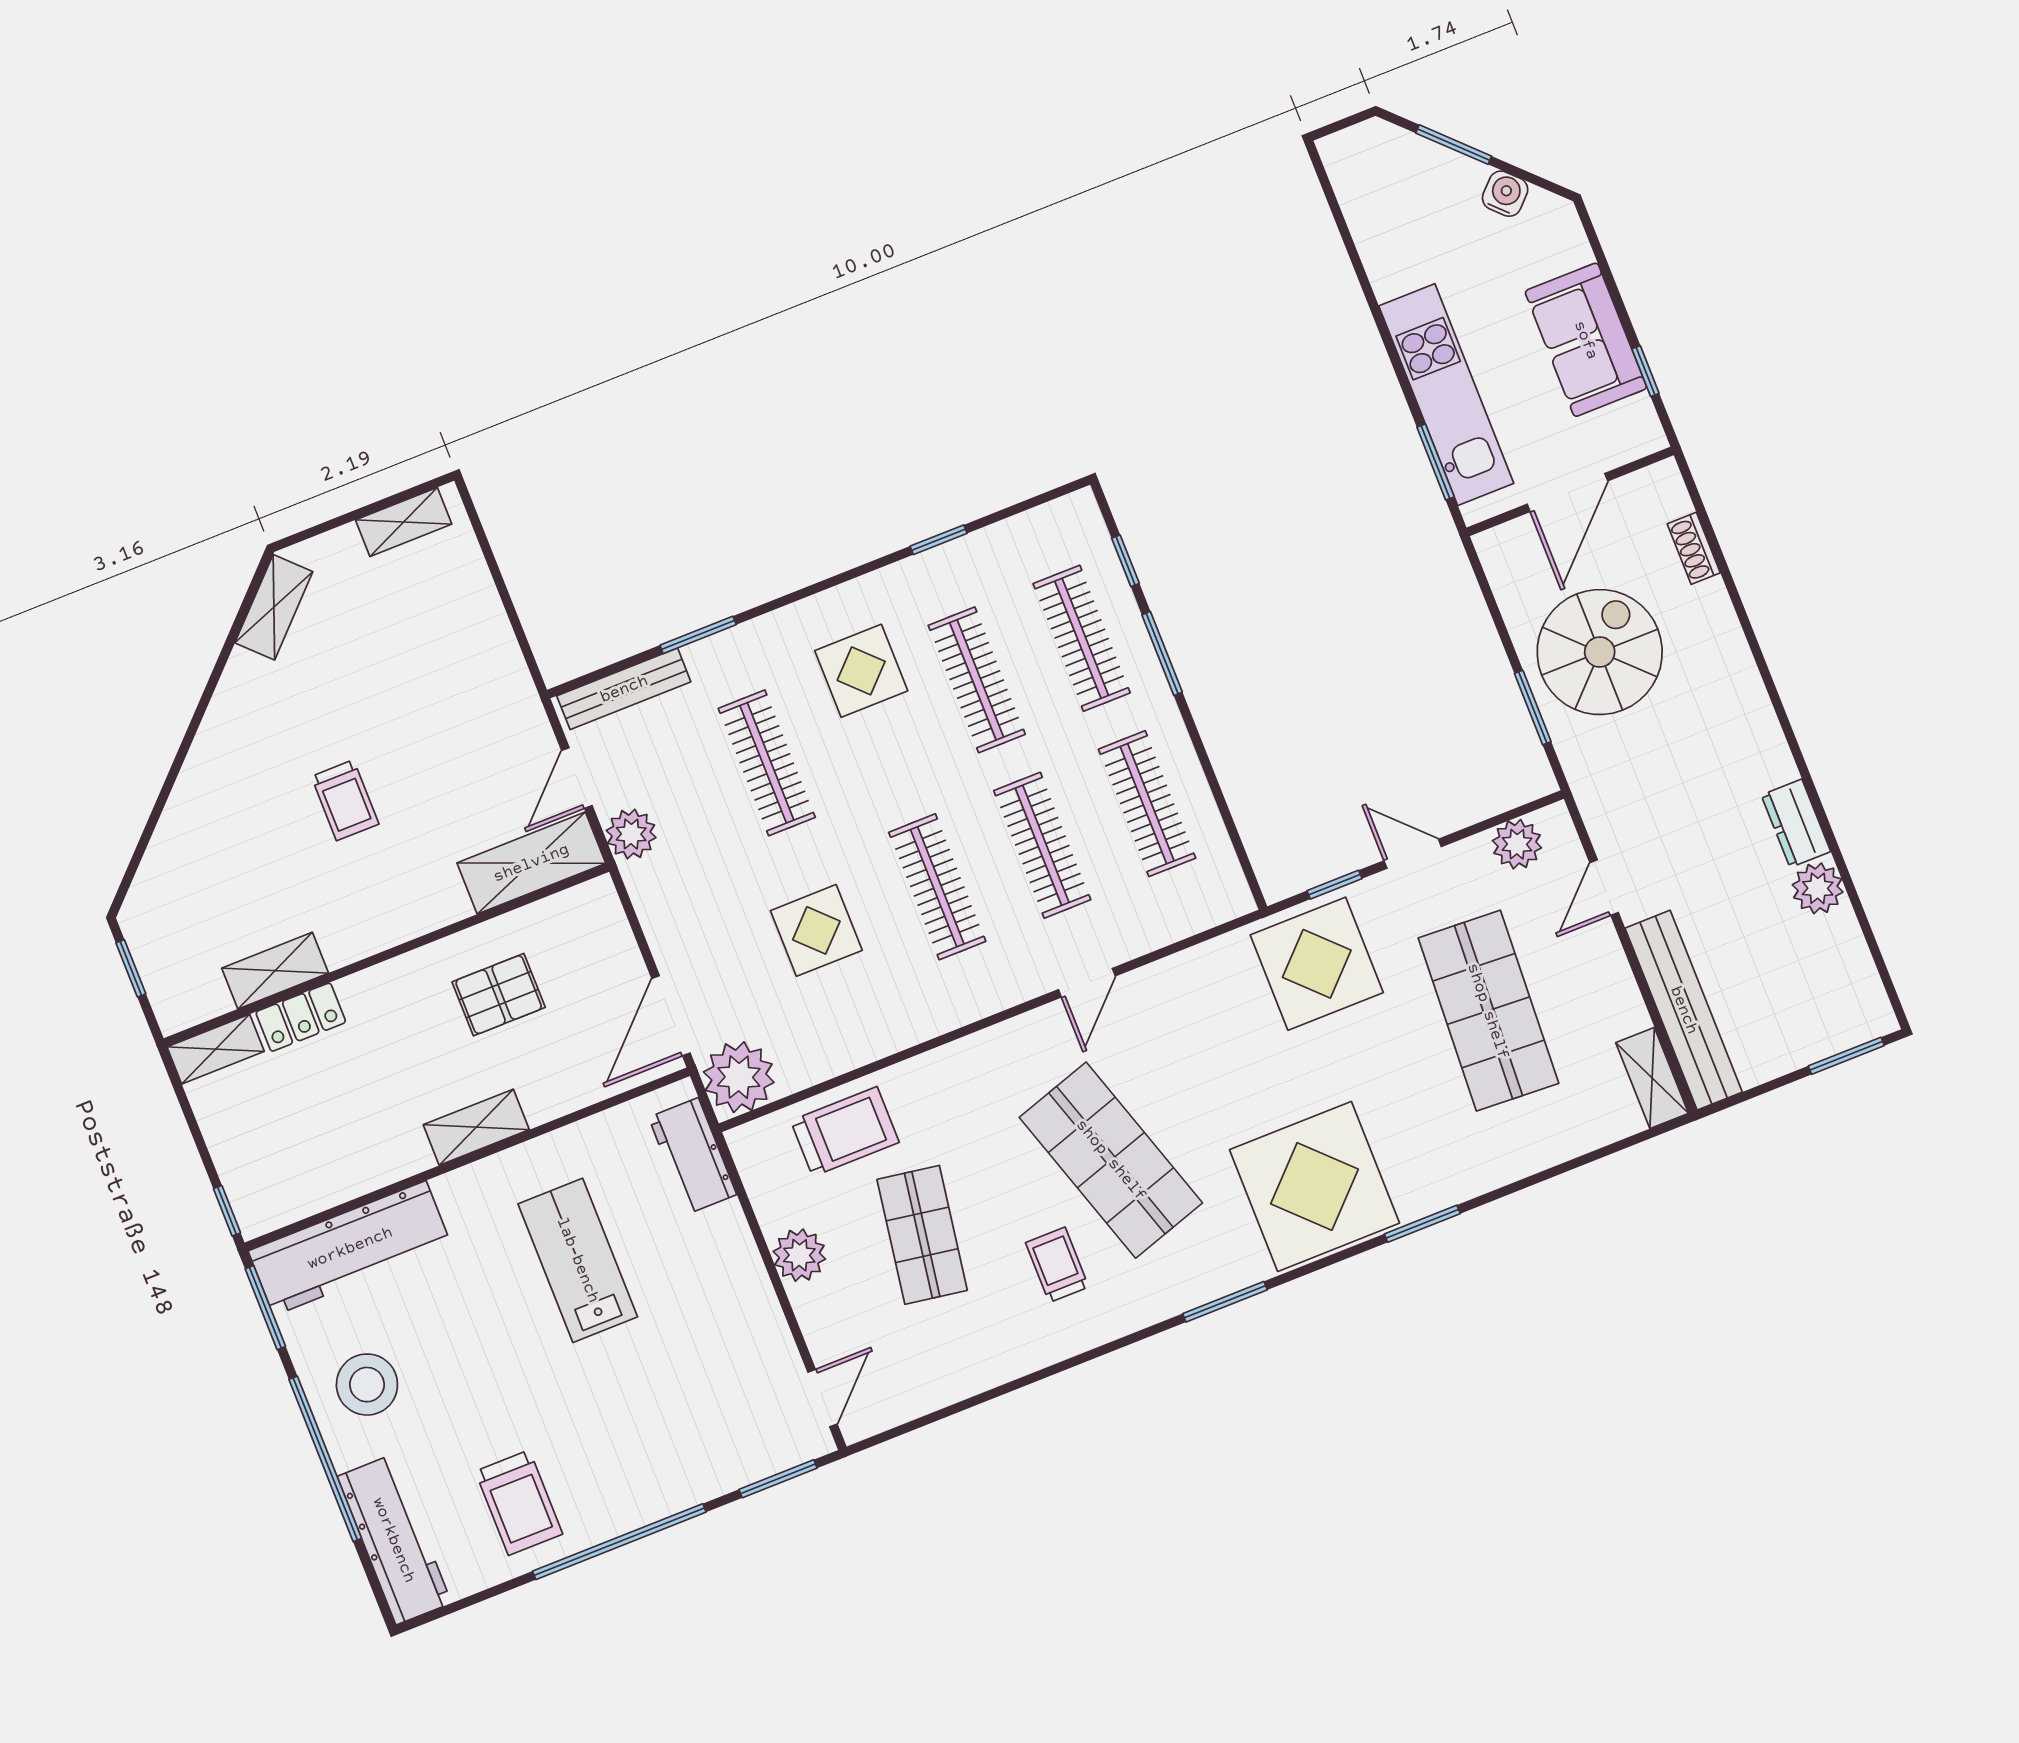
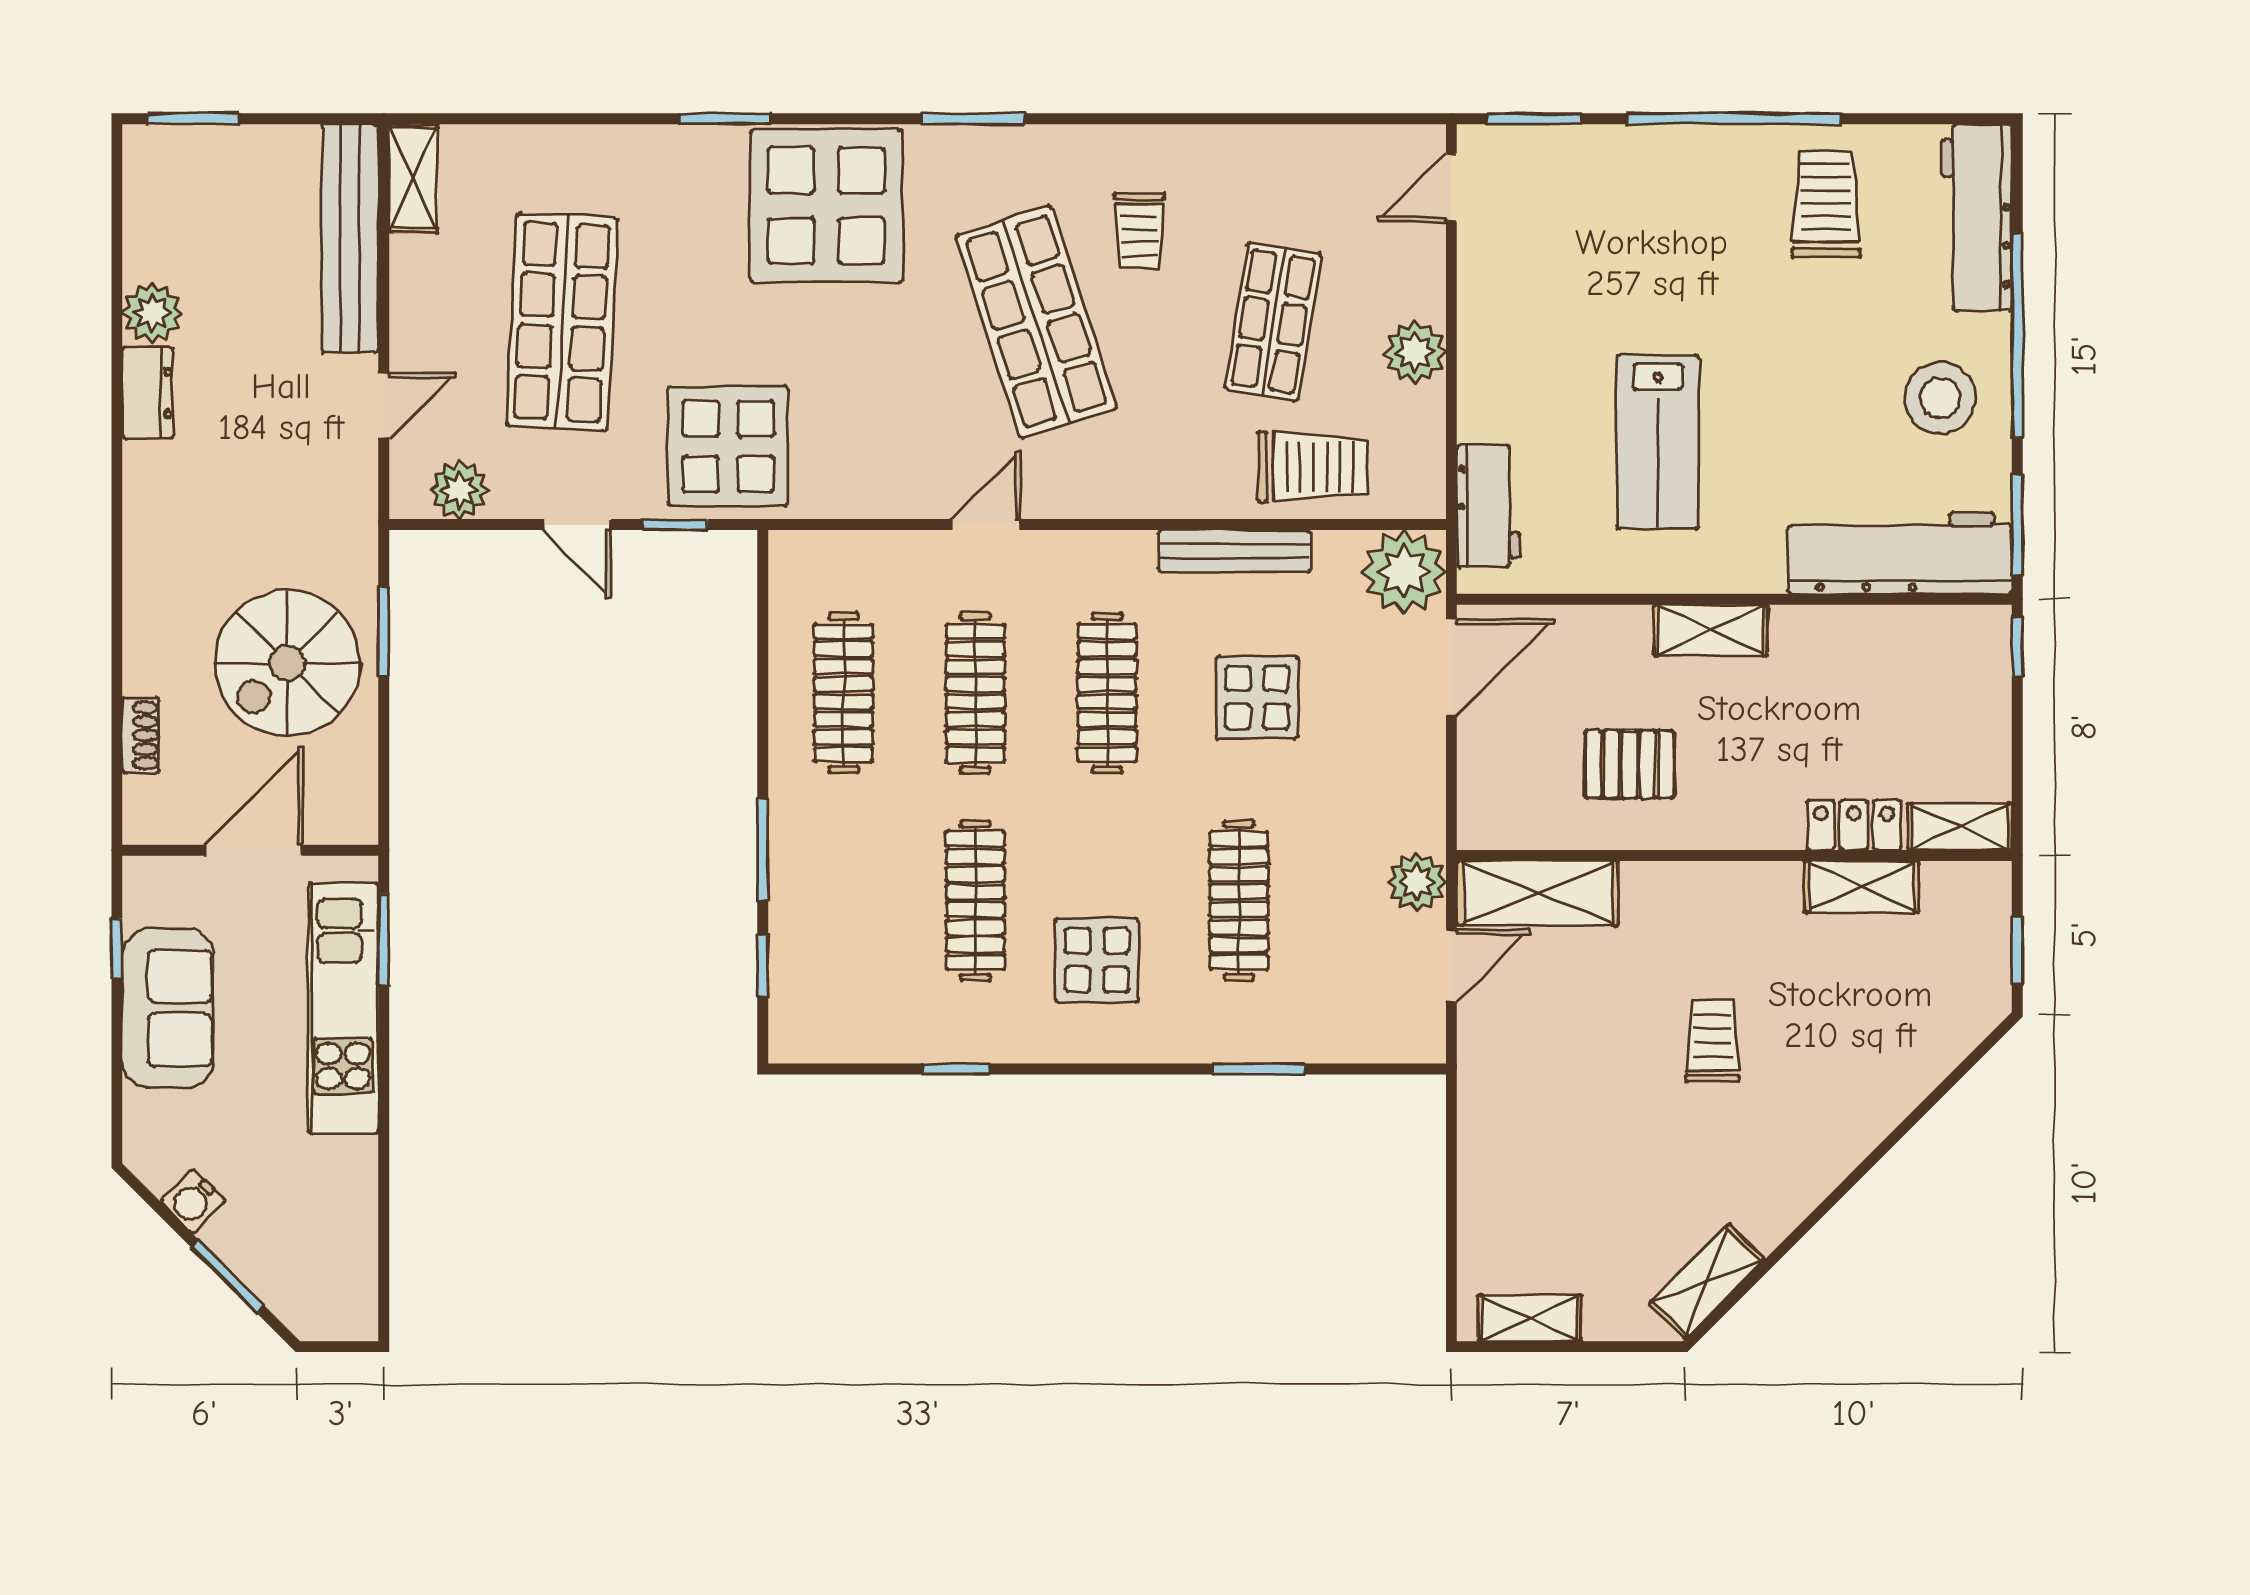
clothes rail: (1082, 638) -> (844, 901), removed
bench: (624, 689) -> (1234, 551), moved
trolley: (845, 1132) -> (1312, 467), turned 180

